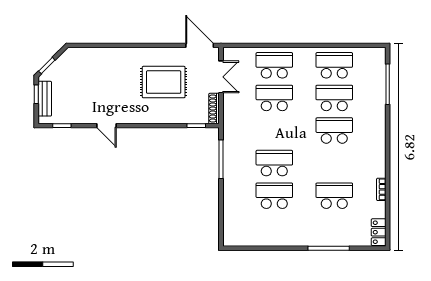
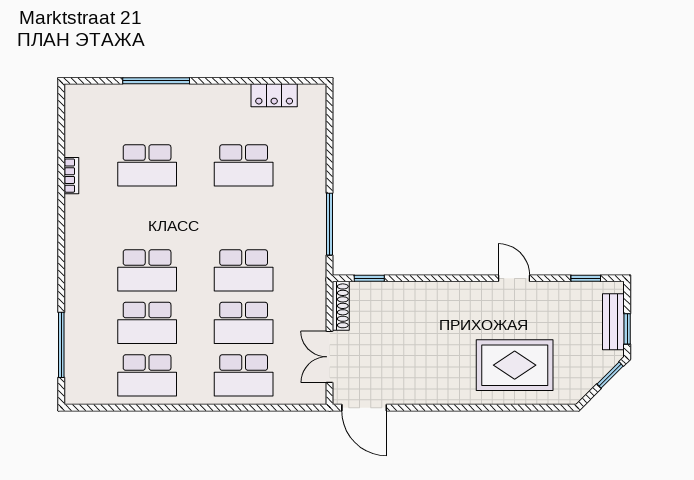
rug: (164, 82) -> (515, 365), moved
school desk: (274, 163) -> (244, 270), moved
locker: (379, 232) -> (274, 95), moved, turned 90

